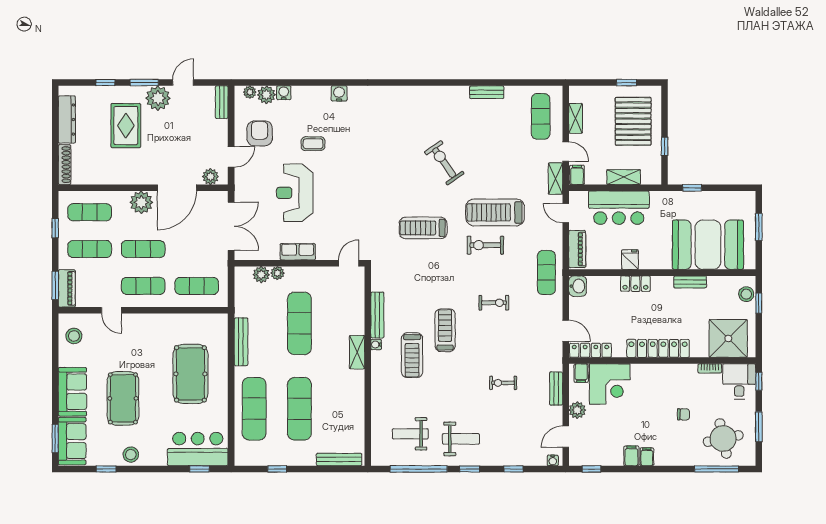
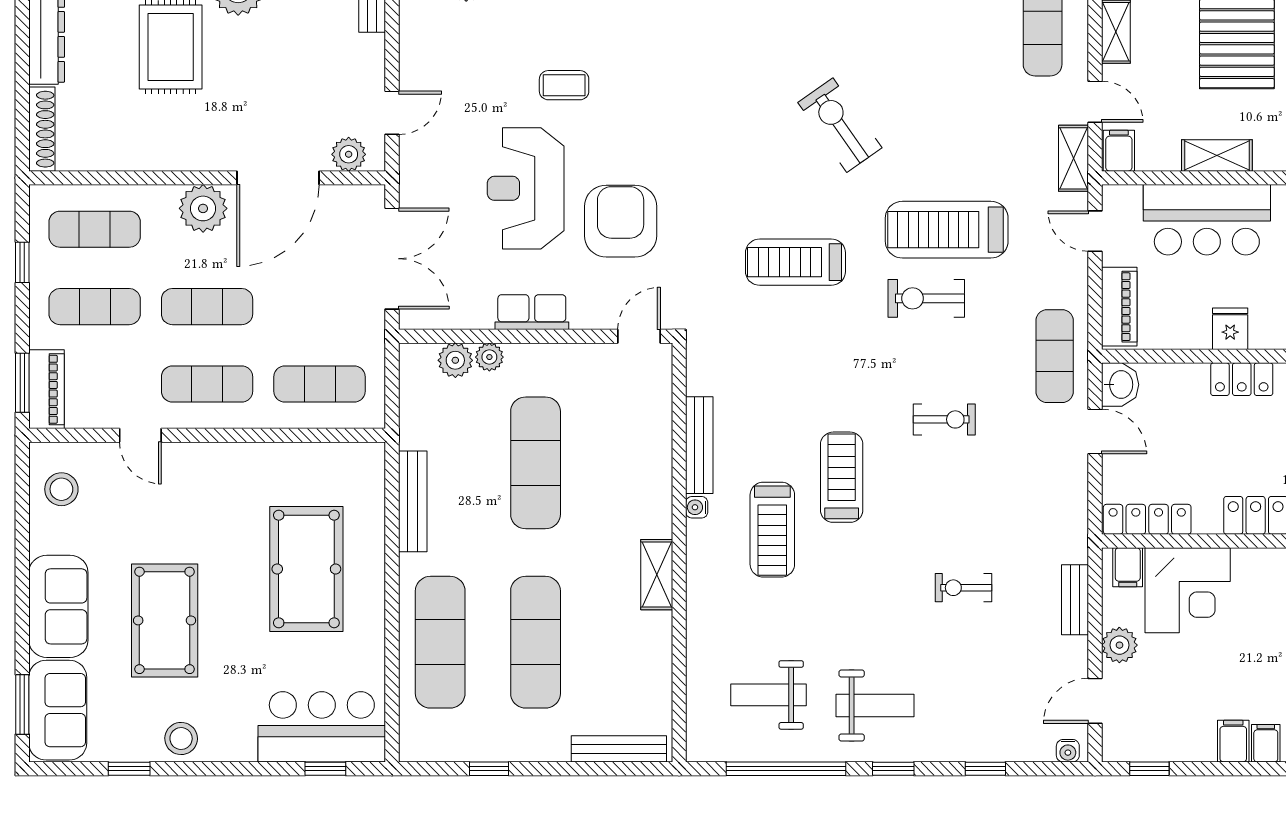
armchair: (260, 133) -> (621, 221), moved, width x1.36, depth x1.36
door: (566, 331) -> (1095, 431), moved
shelving: (357, 352) -> (657, 575), moved

